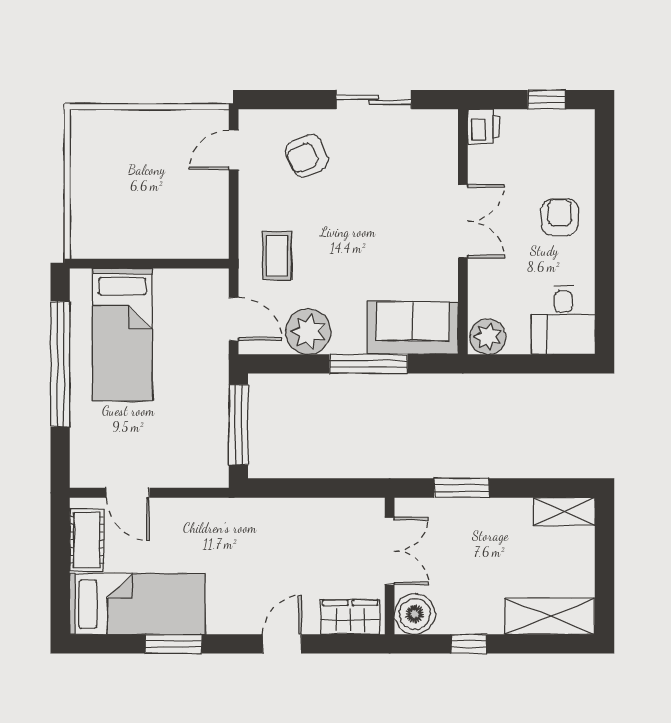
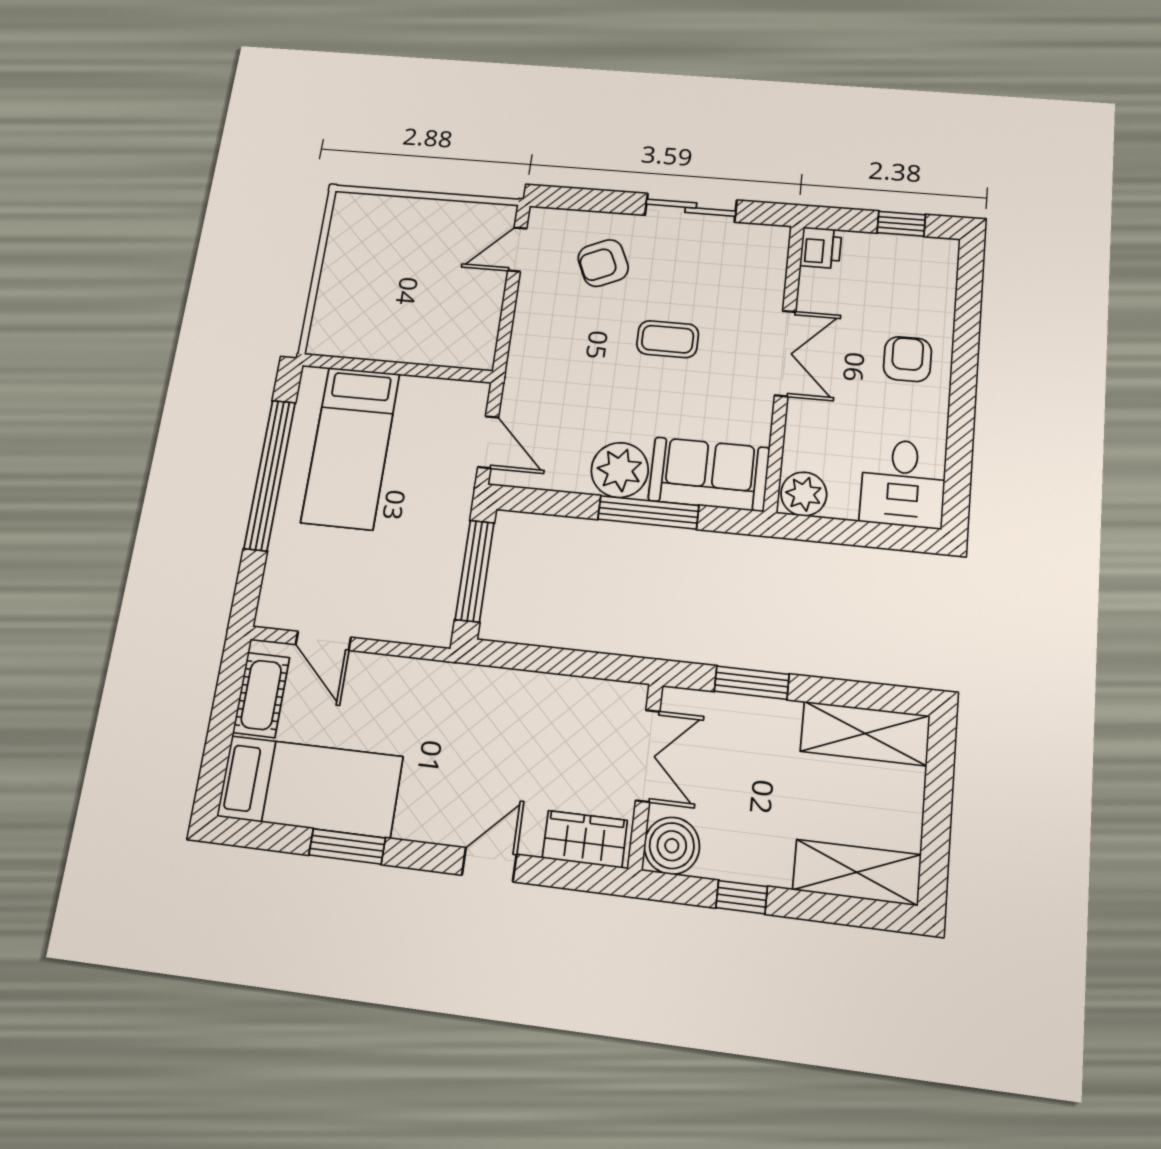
coffee table: (277, 255) -> (668, 339), moved, turned 90
plant: (308, 332) -> (620, 470), moved
shelving: (564, 511) -> (865, 733), width x1.50, depth x1.33

